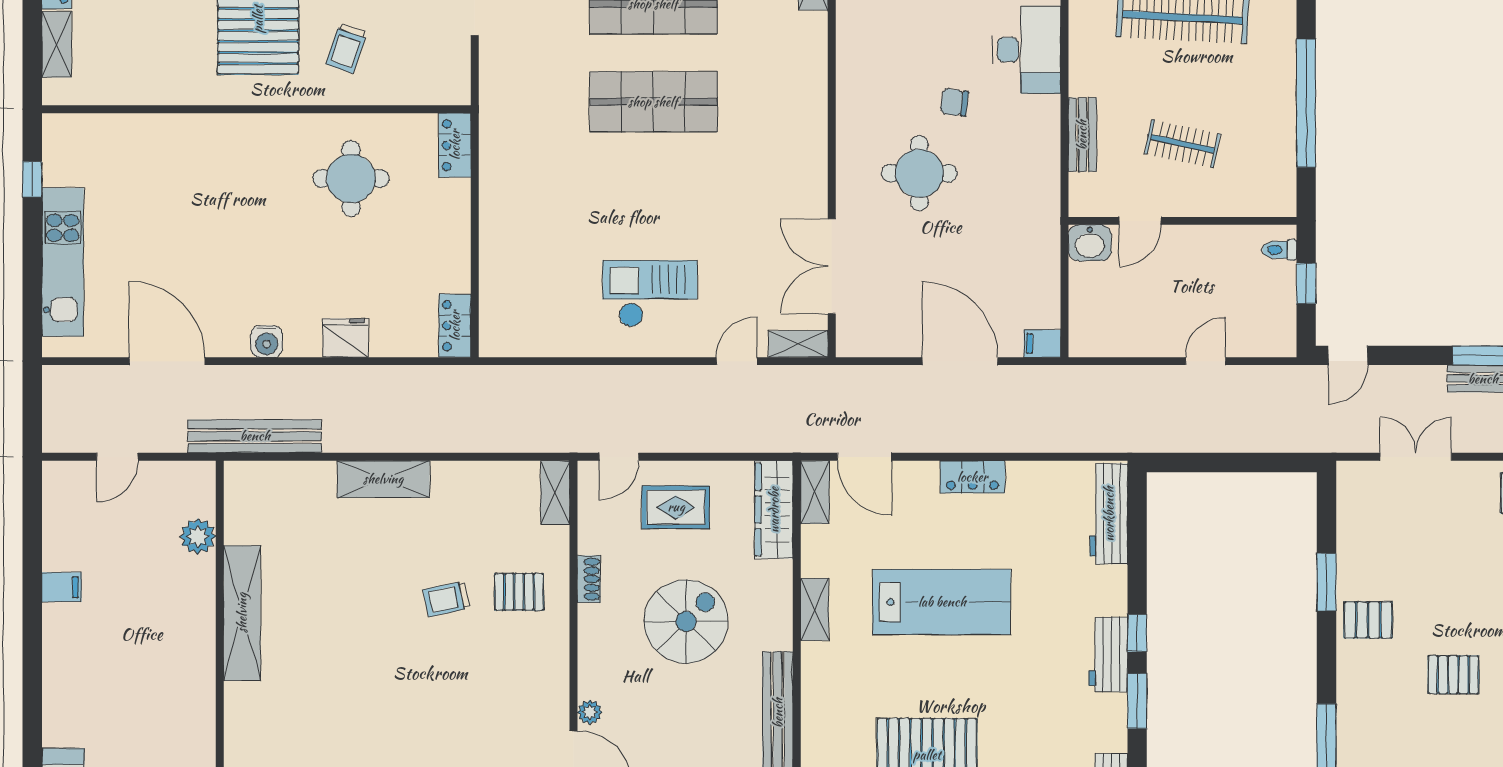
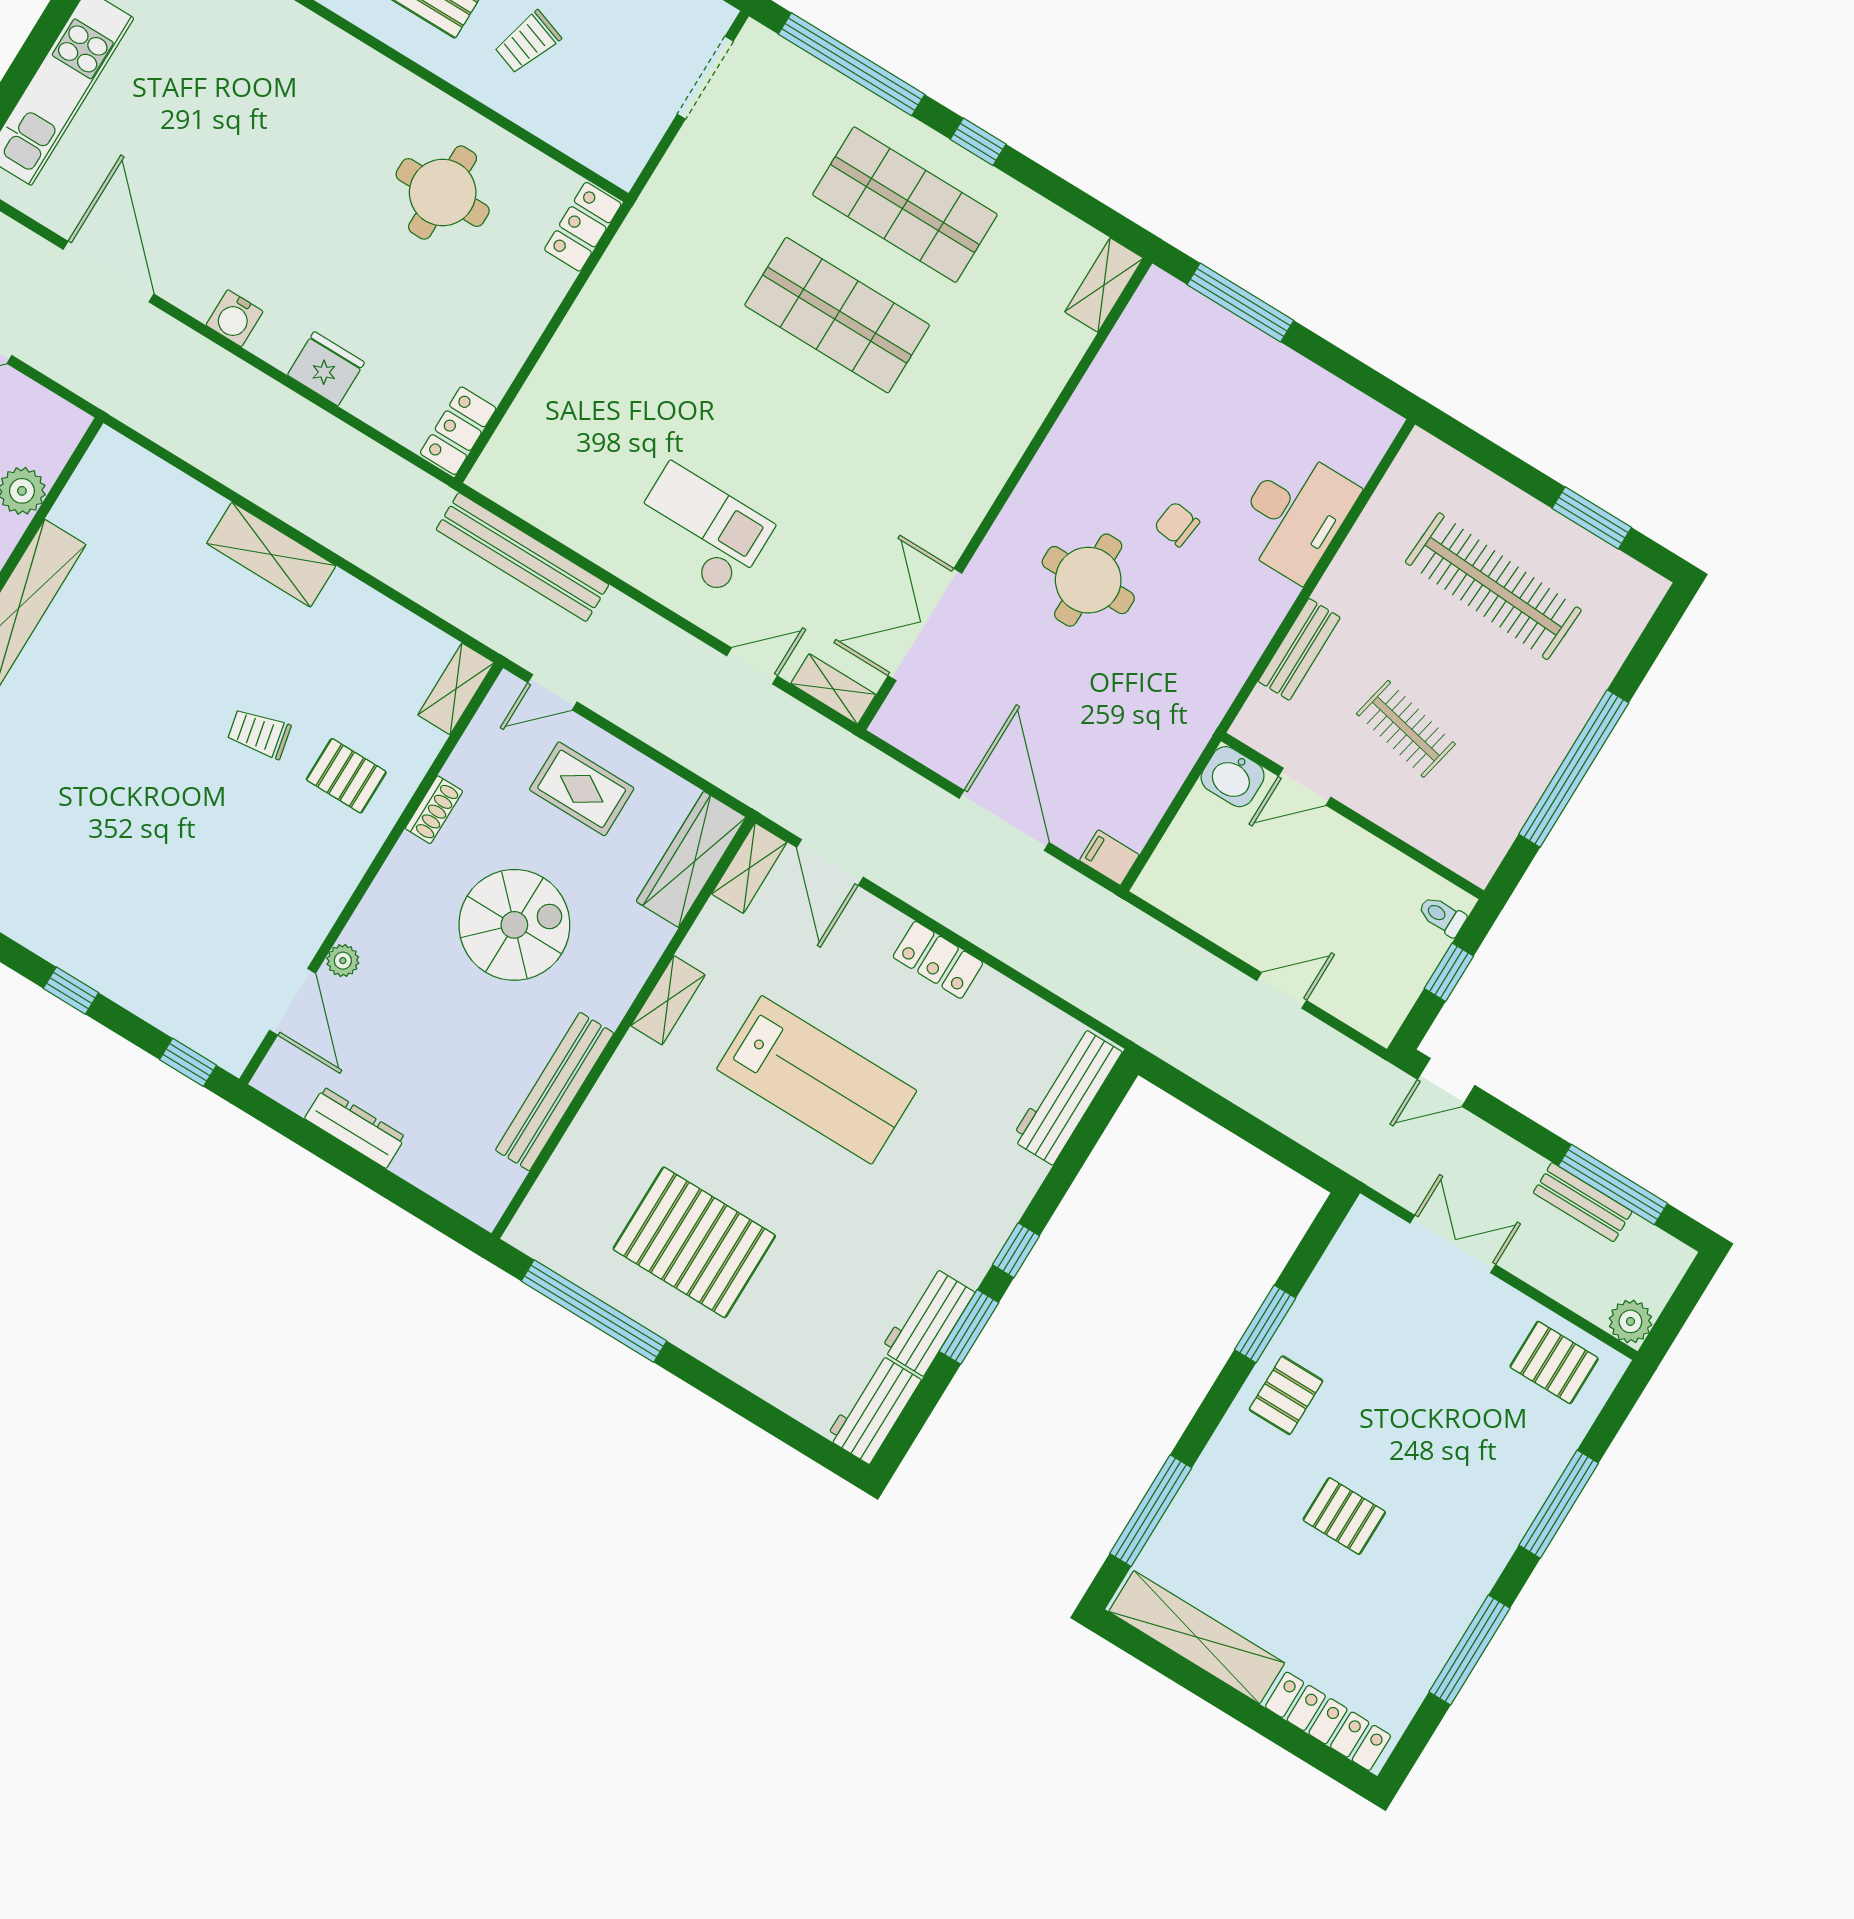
bench: (255, 436) -> (522, 557), moved
pallet: (1368, 620) -> (1286, 1395), turned 90
workbench: (1108, 654) -> (928, 1321), moved

